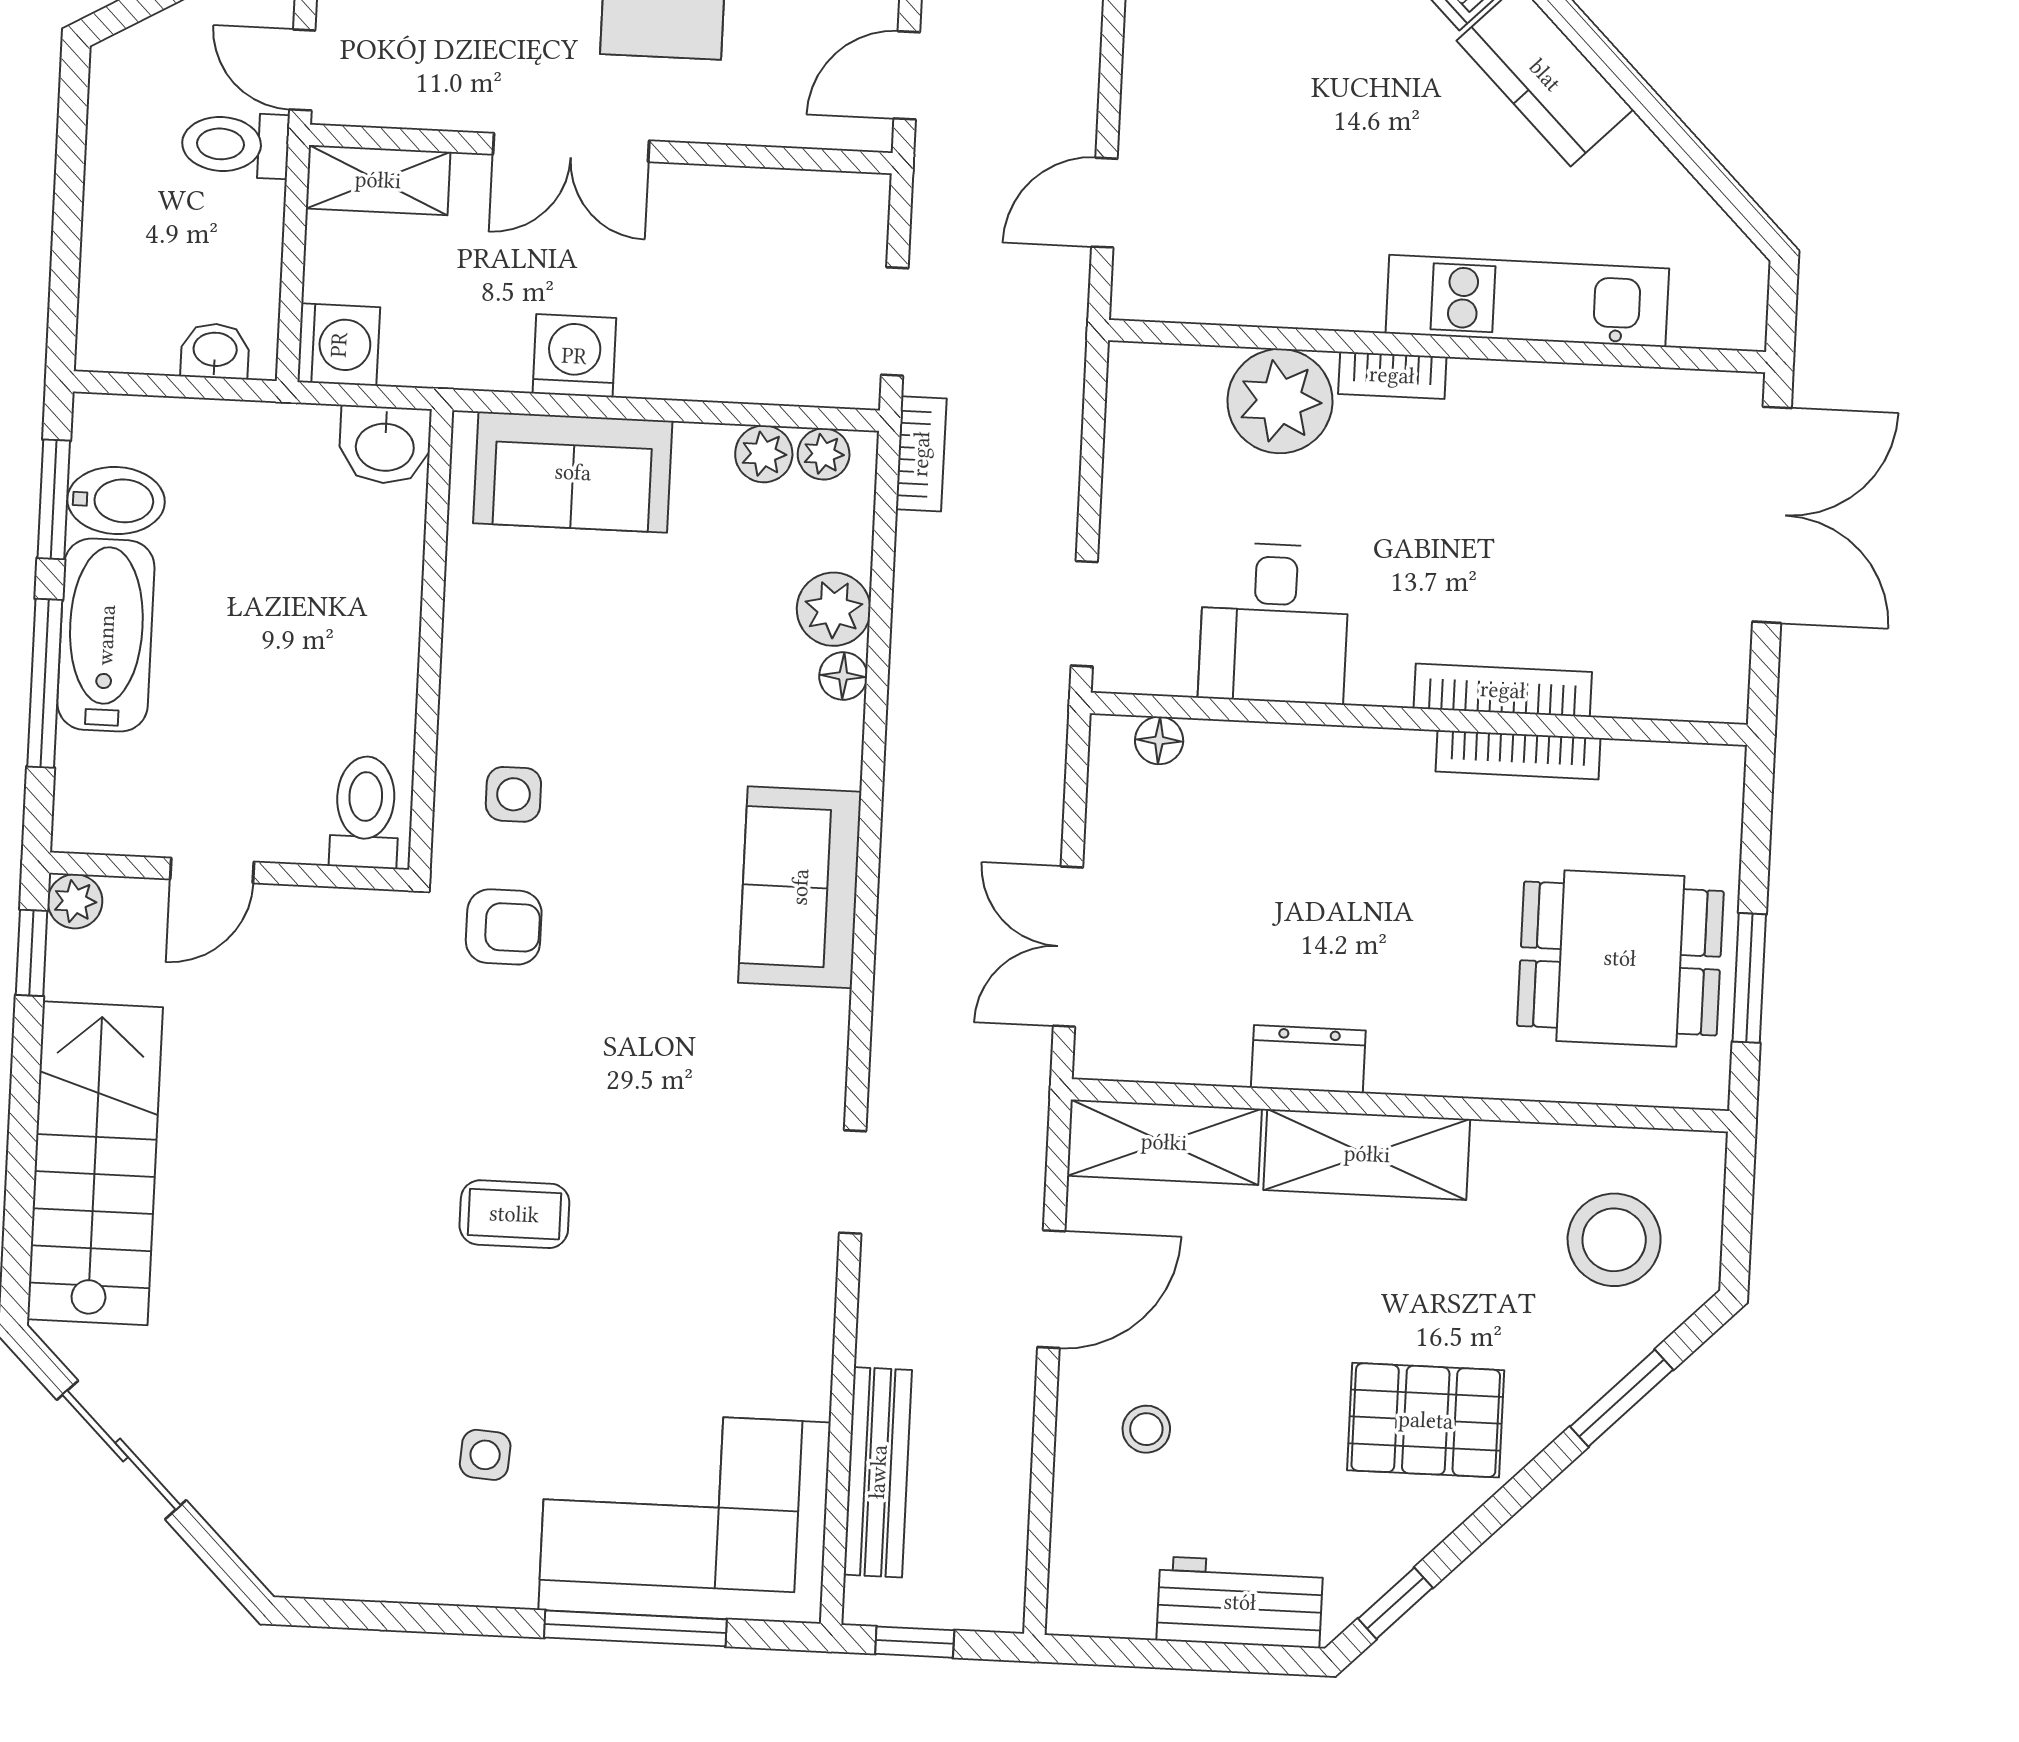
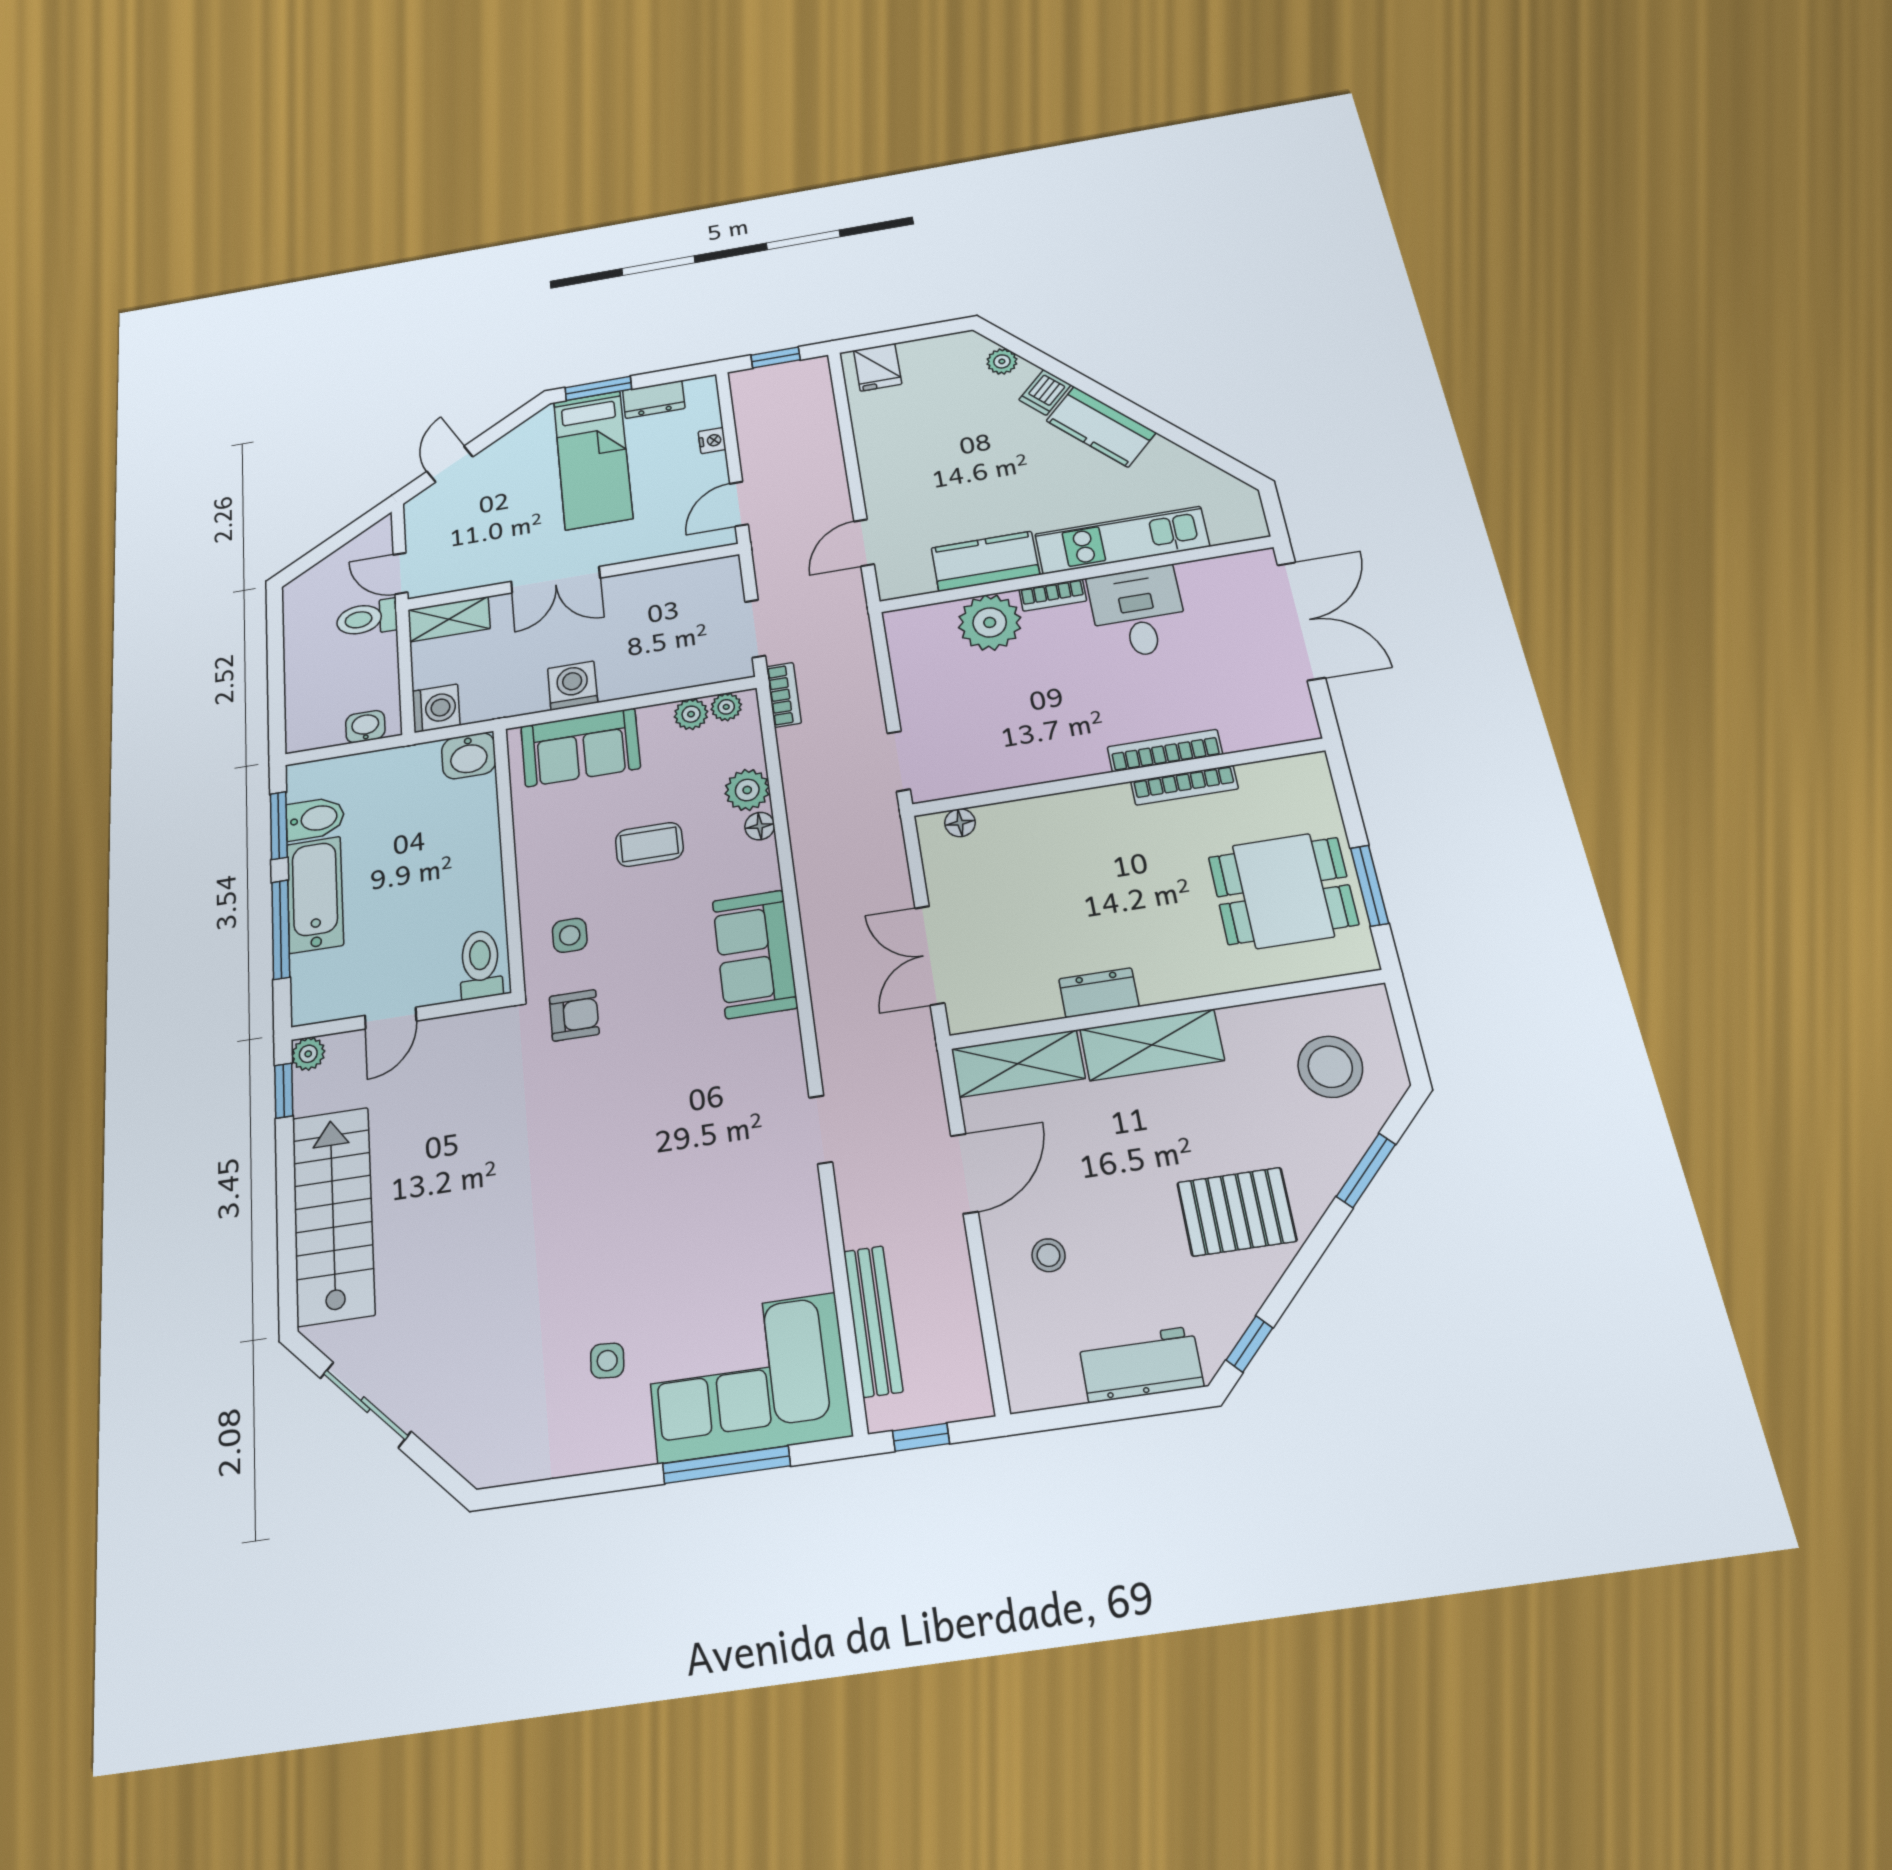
kitchen counter: (1297, 286) -> (985, 561), added
desk: (1274, 623) -> (1138, 612), moved, turned 180
coffee table: (514, 1214) -> (649, 844), moved

